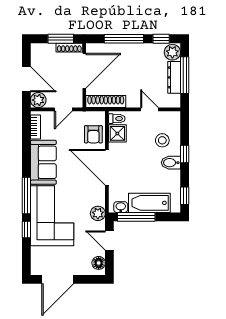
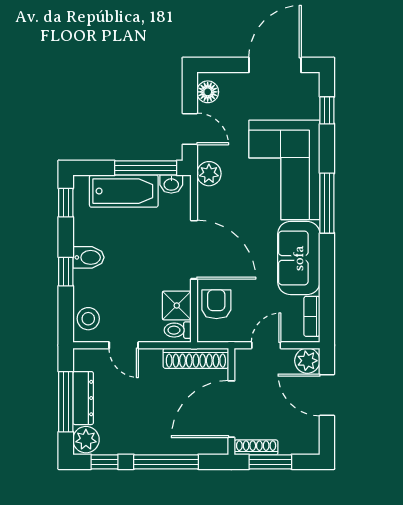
stool: (162, 140) -> (88, 319), moved
window: (26, 229) -> (327, 110), moved

